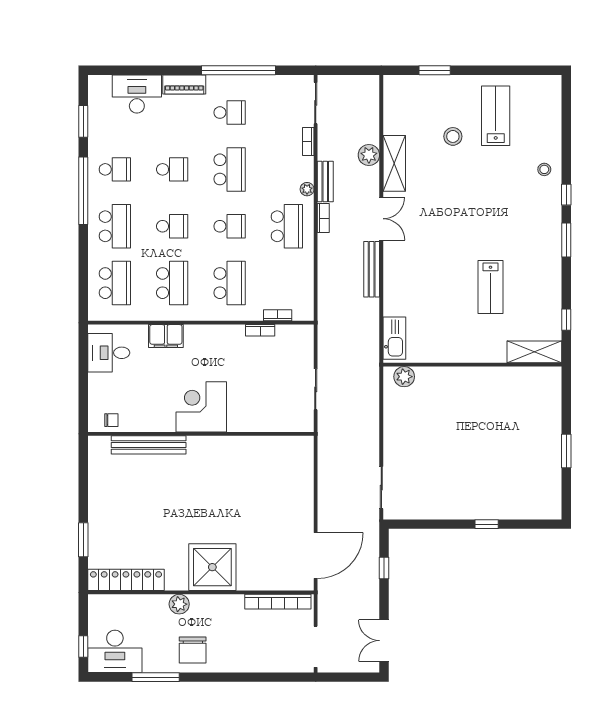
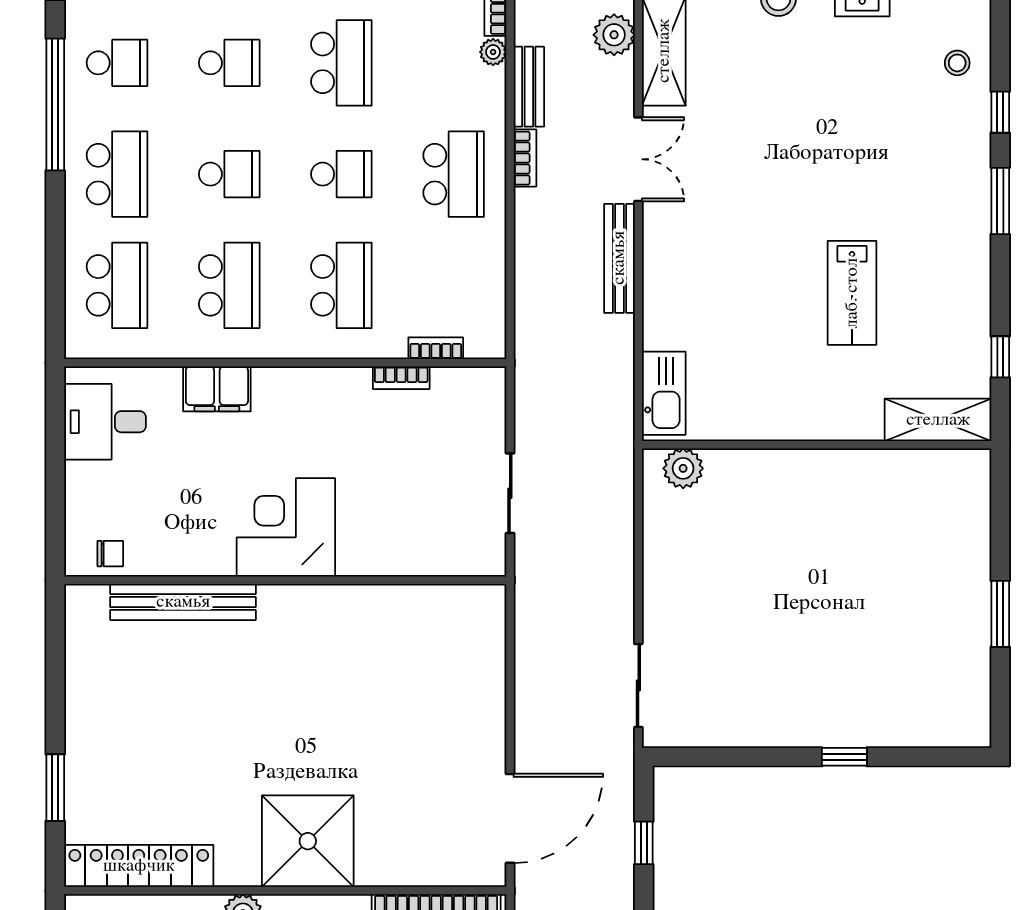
plant: (307, 189) -> (493, 52), moved

